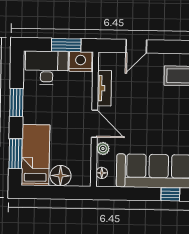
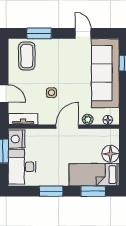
tv unit: (104, 88) -> (23, 119), moved
side table: (136, 105) -> (51, 93), added

